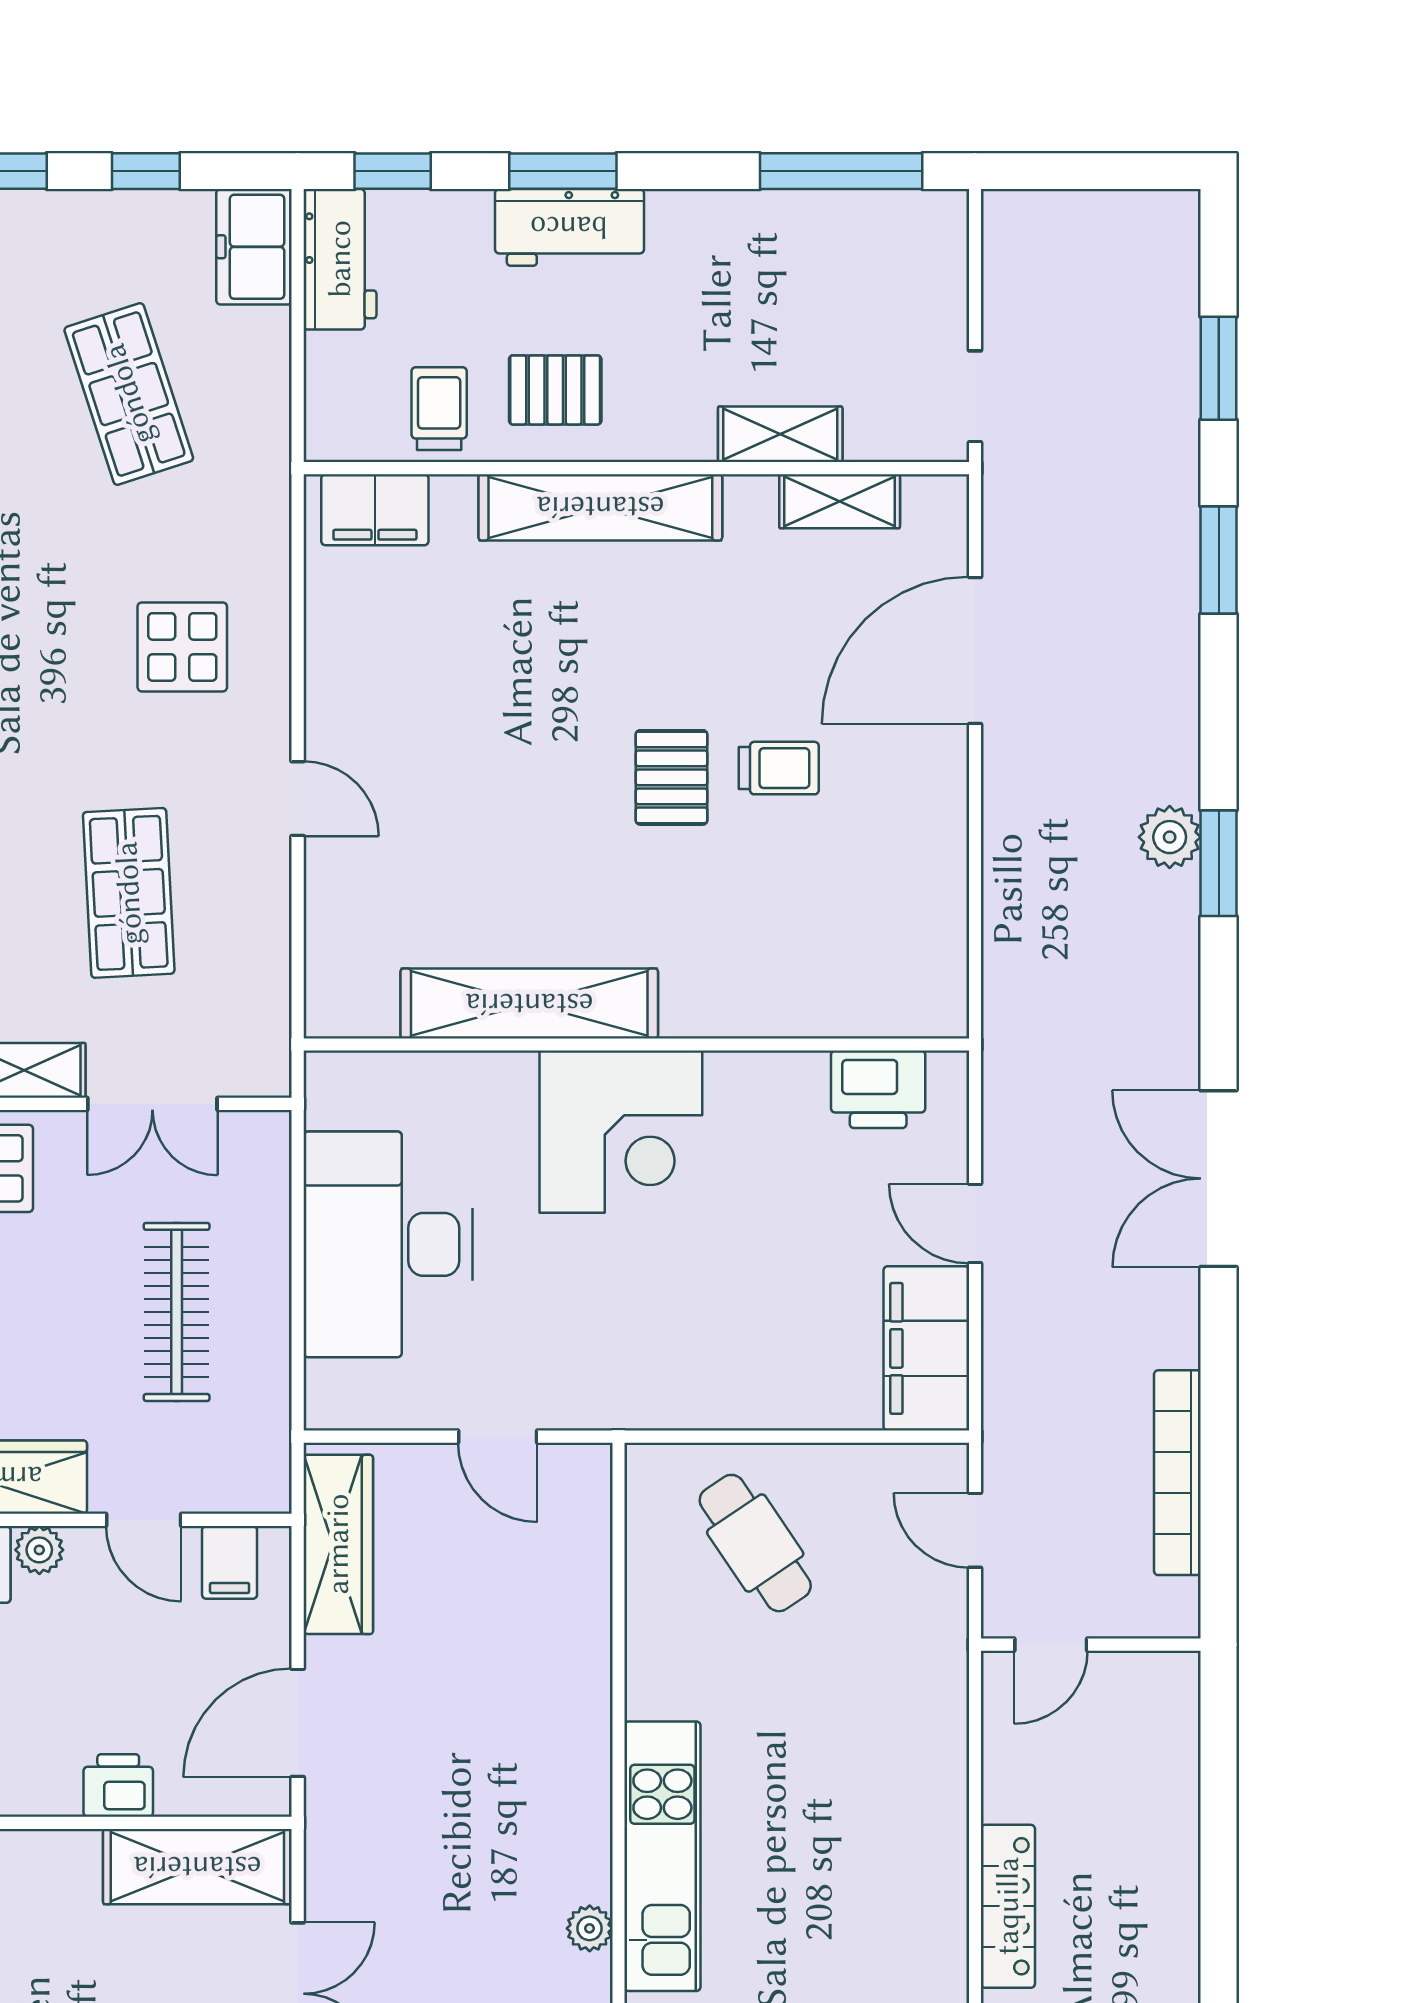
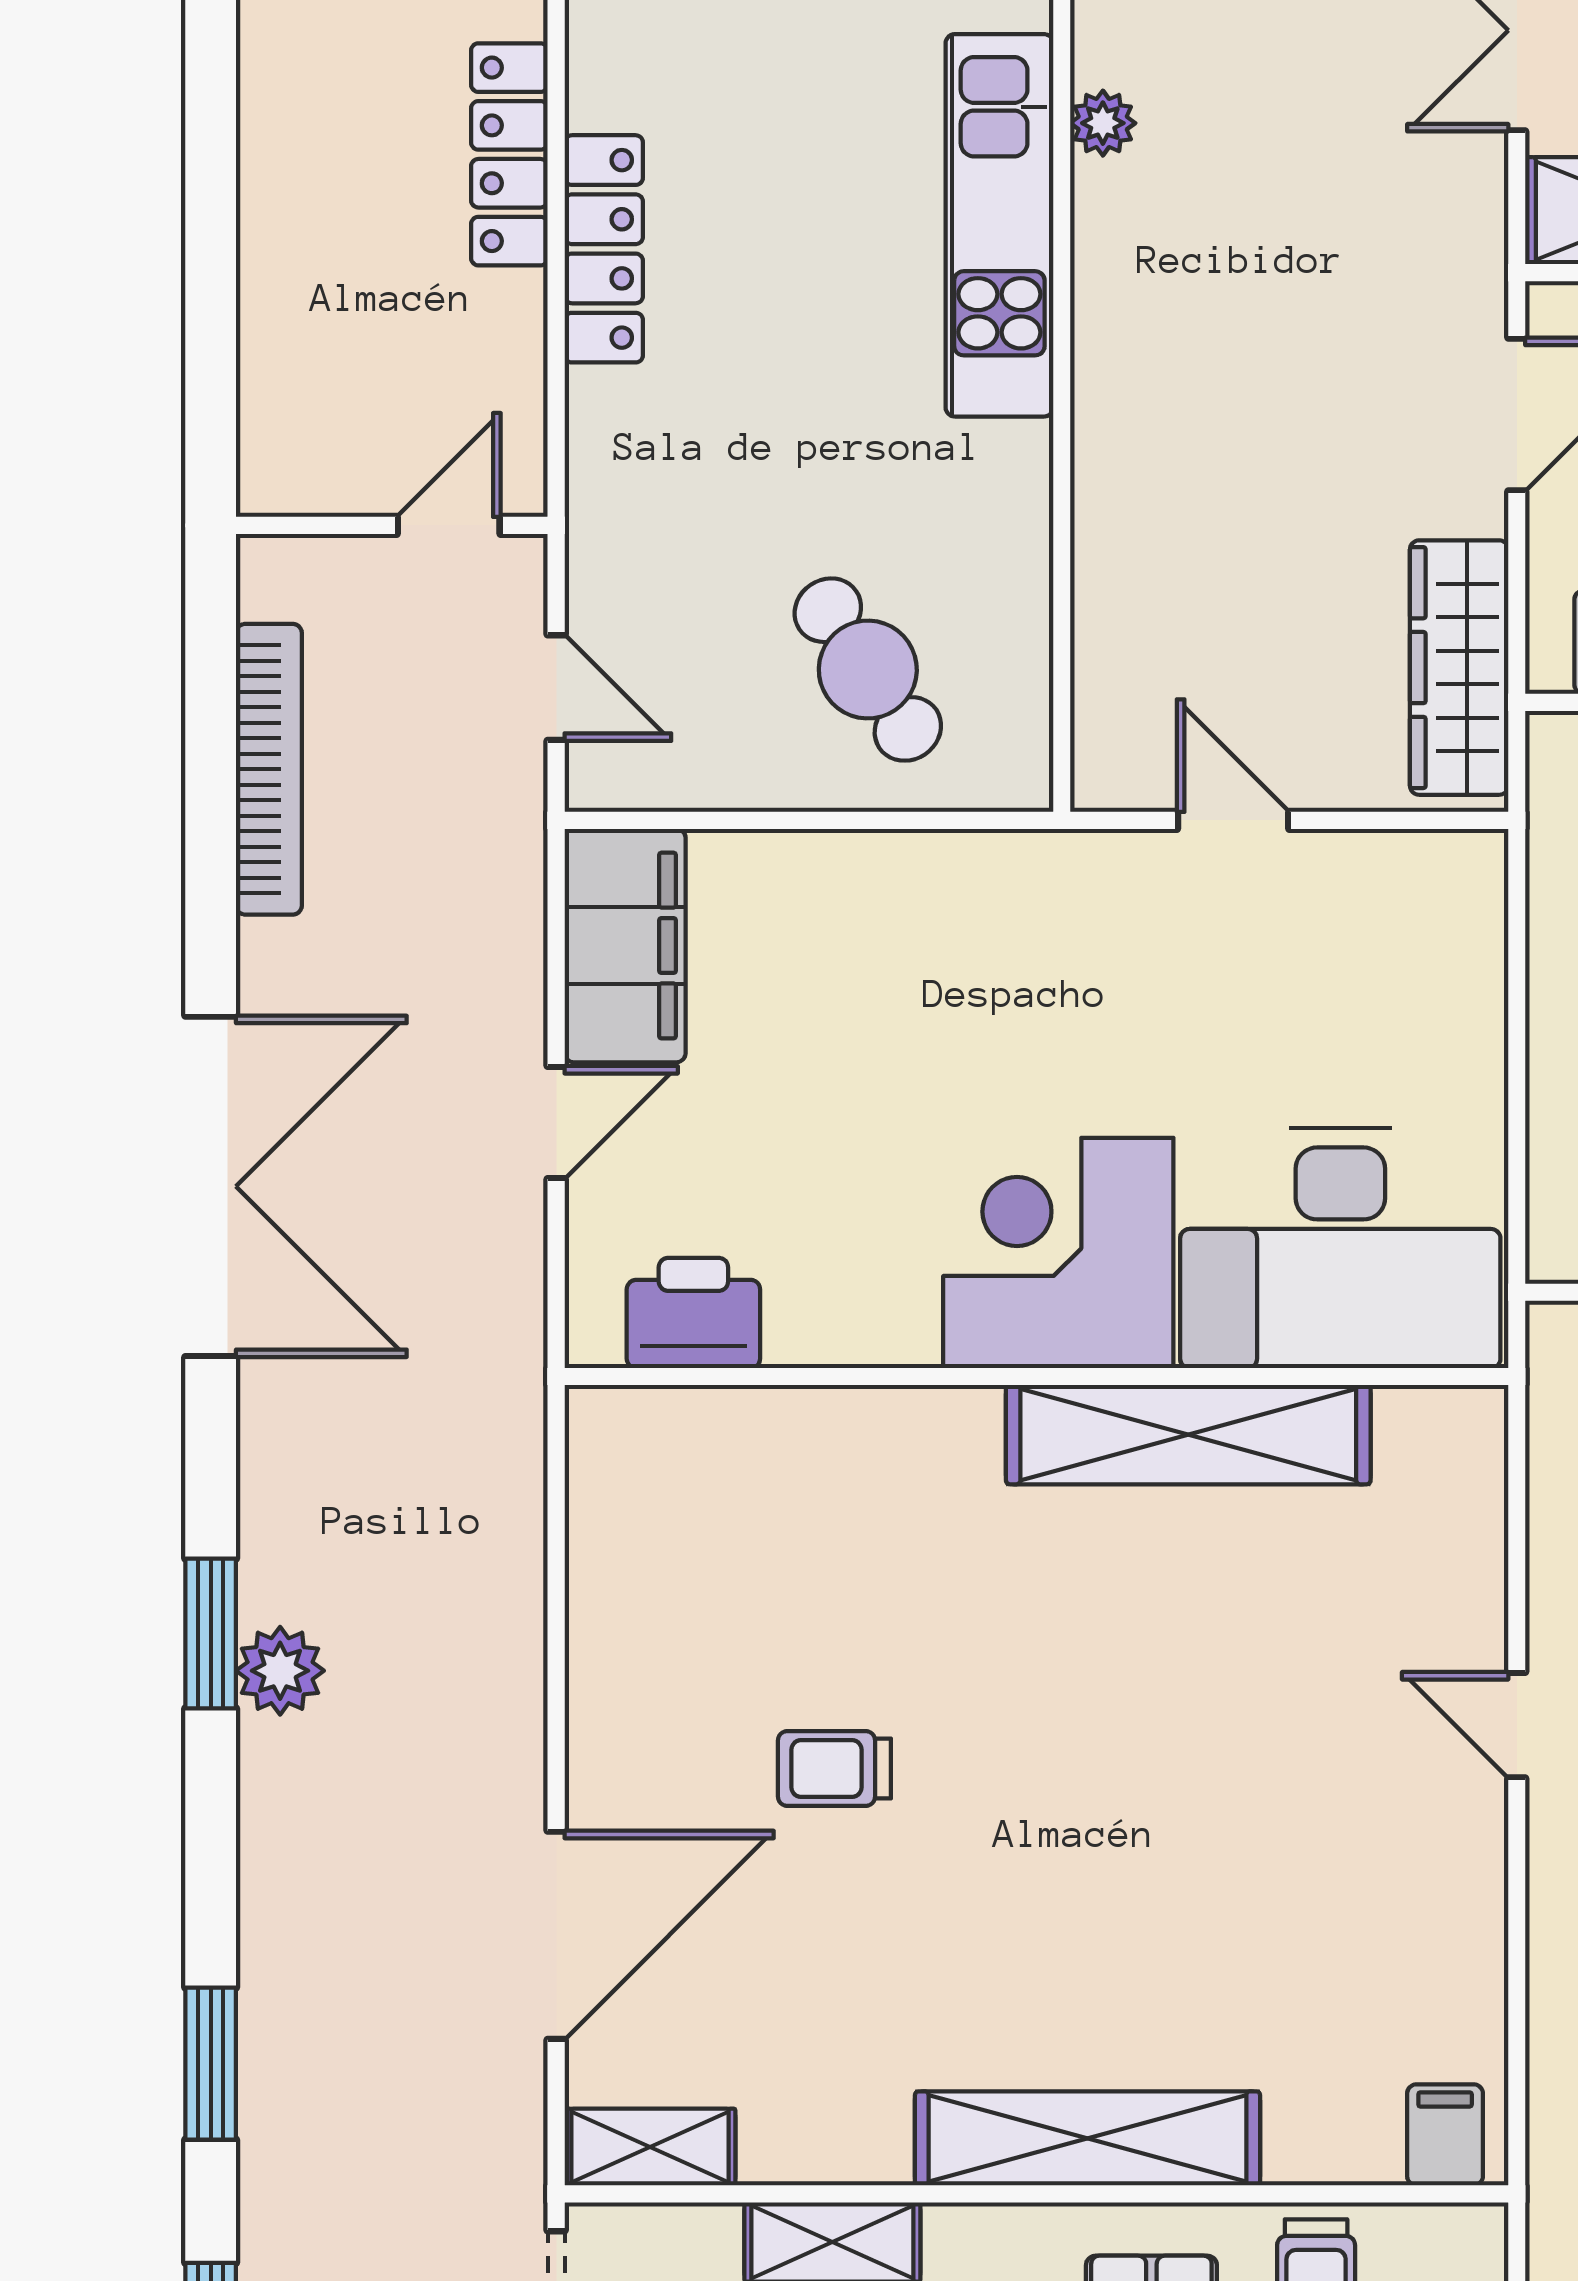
shelving: (840, 501) -> (650, 2147), moved
filing cabinet: (375, 510) -> (1445, 2135), width x0.50
pallet: (671, 777) -> (987, 1755), removed
double door: (1219, 1179) -> (211, 1186), width x1.36
door: (975, 1224) -> (556, 1123), hinge flipped
desk: (388, 1244) -> (1340, 1248), moved, turned 90
locker: (941, 1840) -> (604, 249), added

